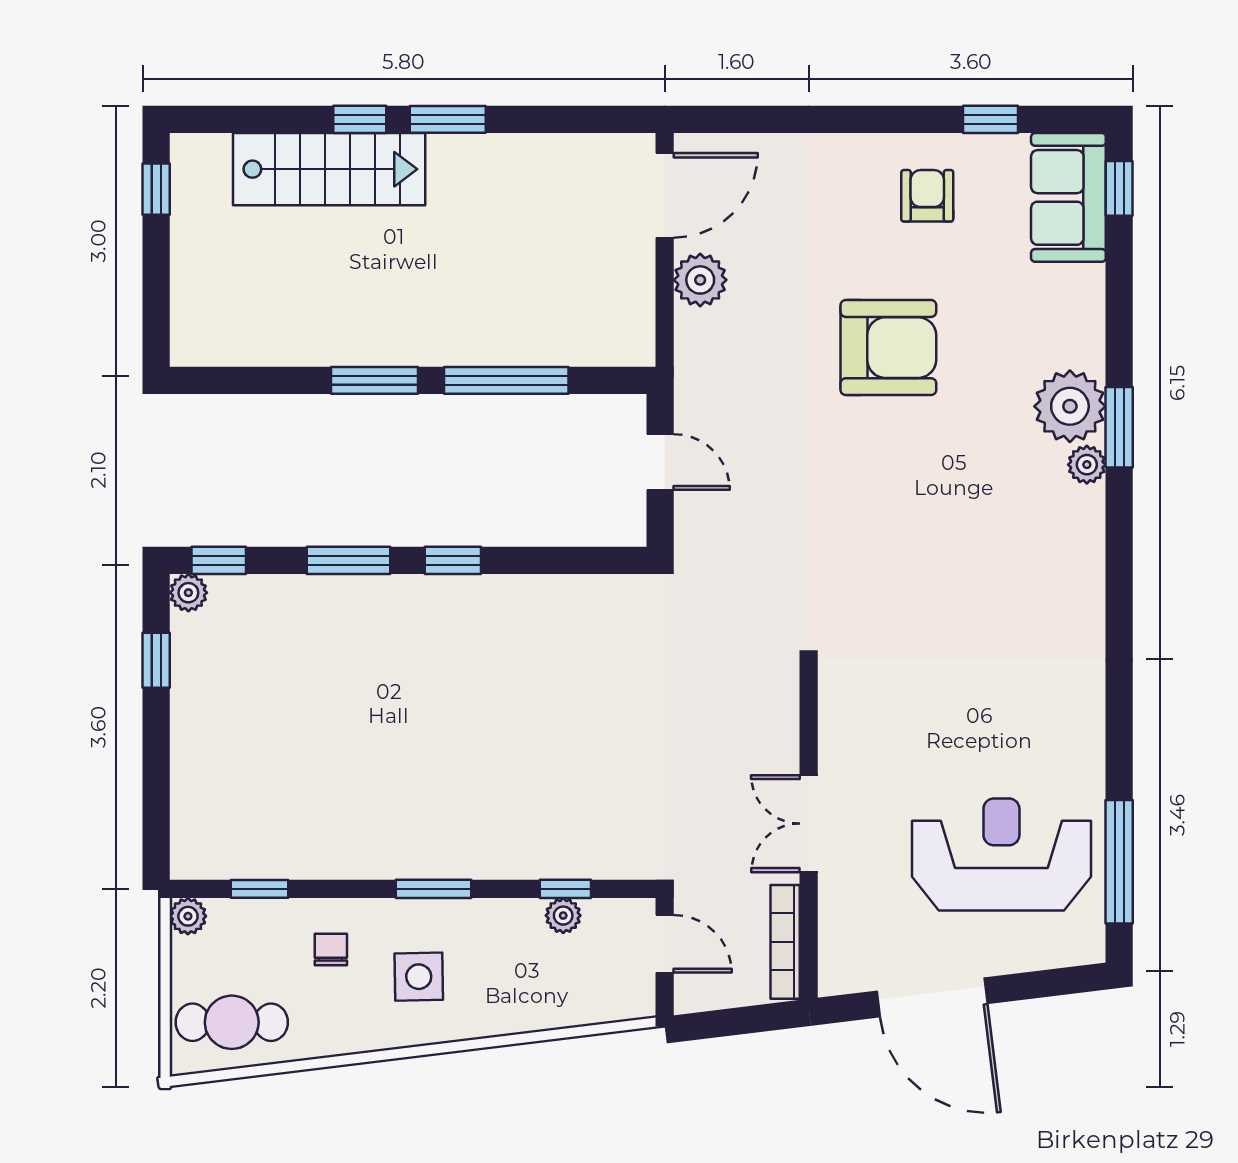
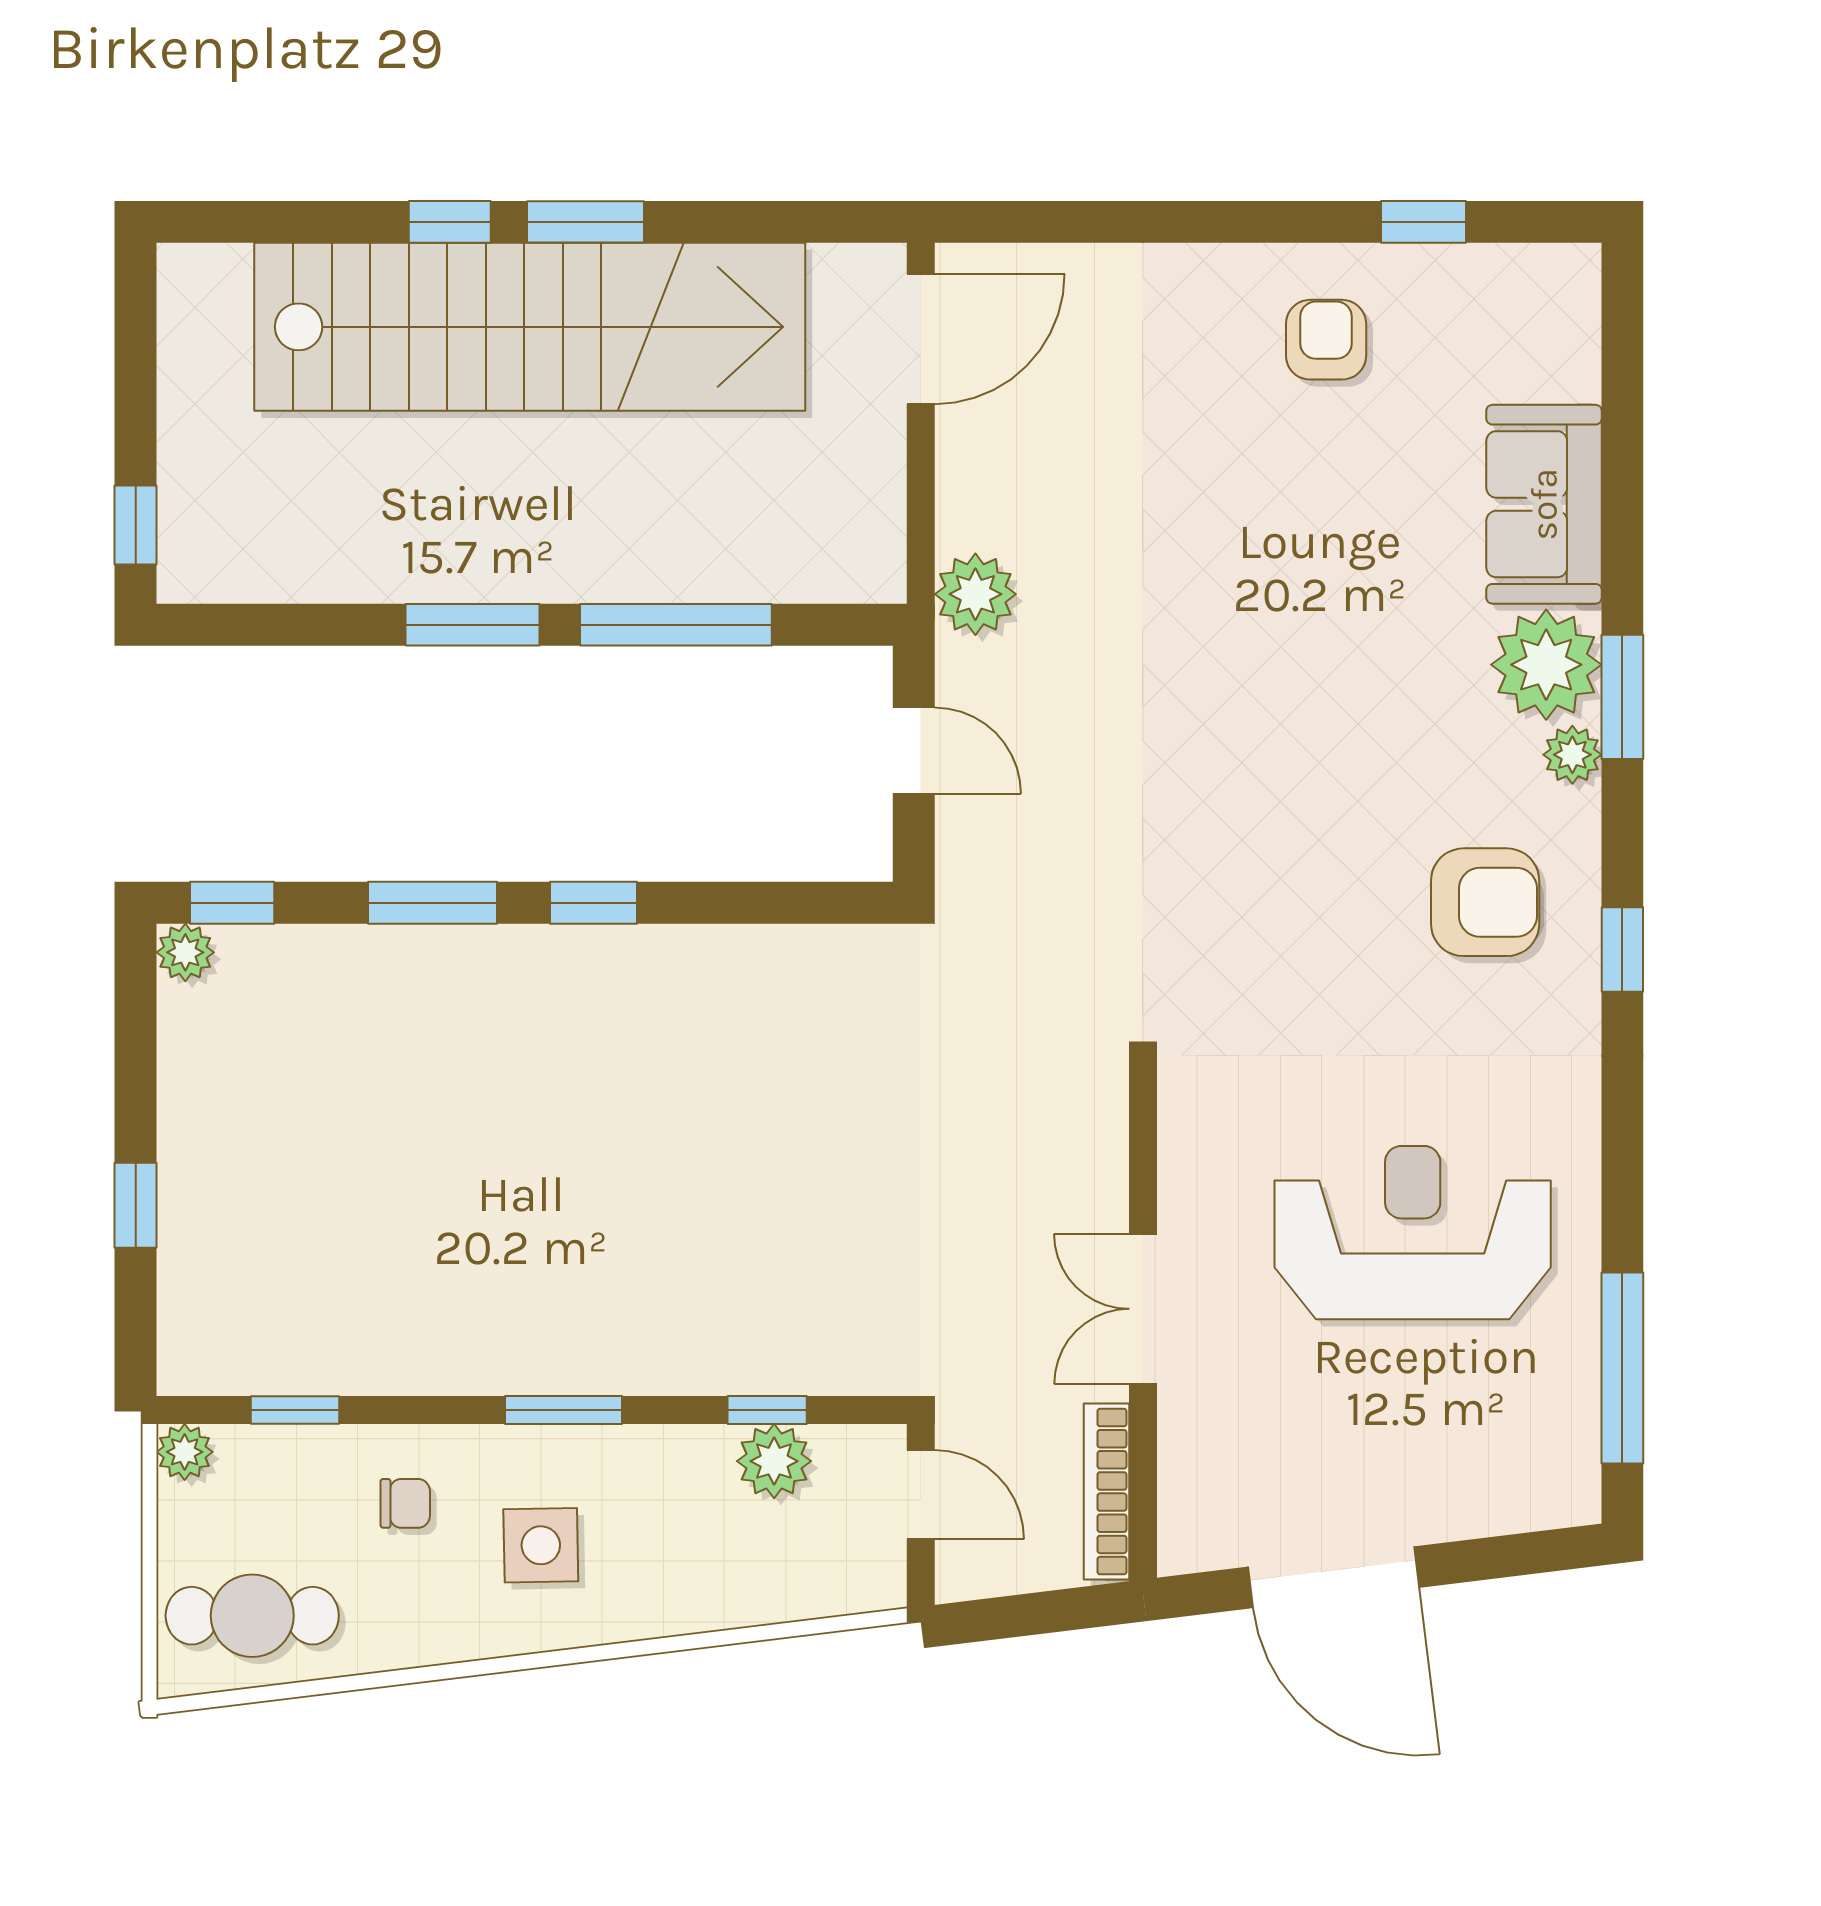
stairs: (329, 169) -> (530, 327), width x1.86, depth x1.51
window: (1119, 188) -> (1622, 950), moved
window: (156, 189) -> (136, 525), moved
sofa: (1068, 197) -> (1544, 504), moved
plant: (700, 280) -> (975, 594), moved
armchair: (888, 348) -> (1485, 902), moved, width x0.73, depth x0.73
window: (156, 660) -> (136, 1205), moved
reception desk: (1001, 854) -> (1413, 1233), moved
plant: (563, 916) -> (774, 1461), width x1.38, depth x1.38
chair: (331, 950) -> (405, 1503), turned 90

